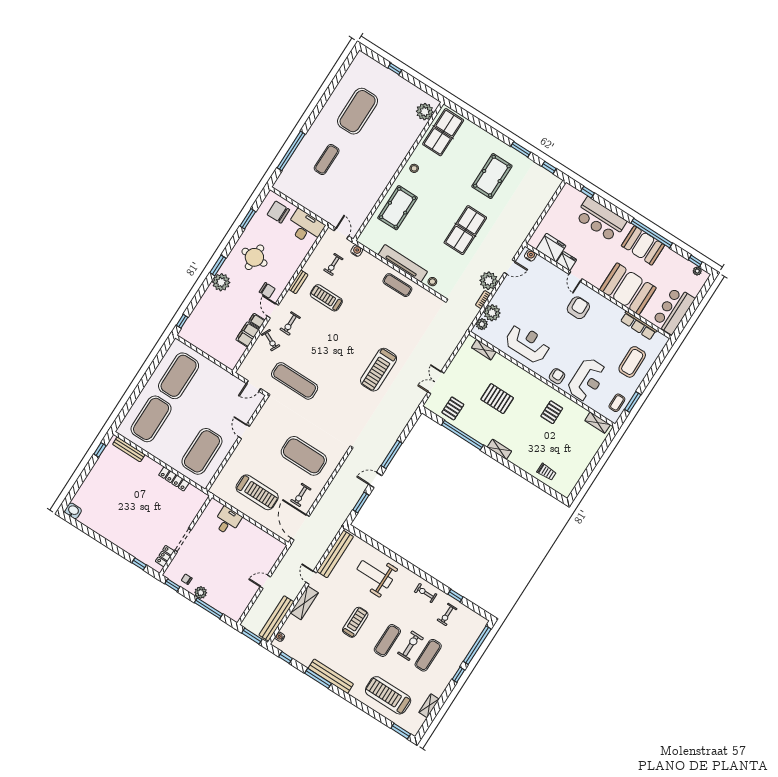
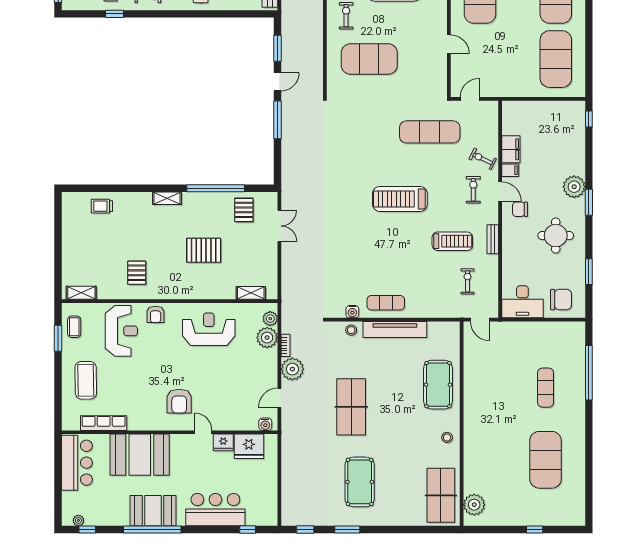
water cooler: (357, 251) -> (352, 312), moved
reception desk: (528, 343) -> (209, 329), turned 180
treadmill: (379, 370) -> (400, 199), moved, turned -90
reception desk: (587, 380) -> (121, 331), turned 180

